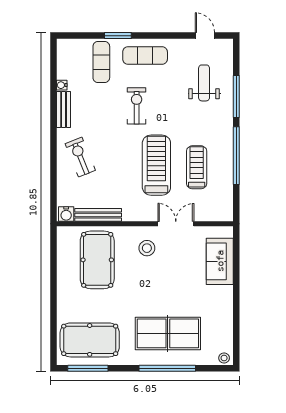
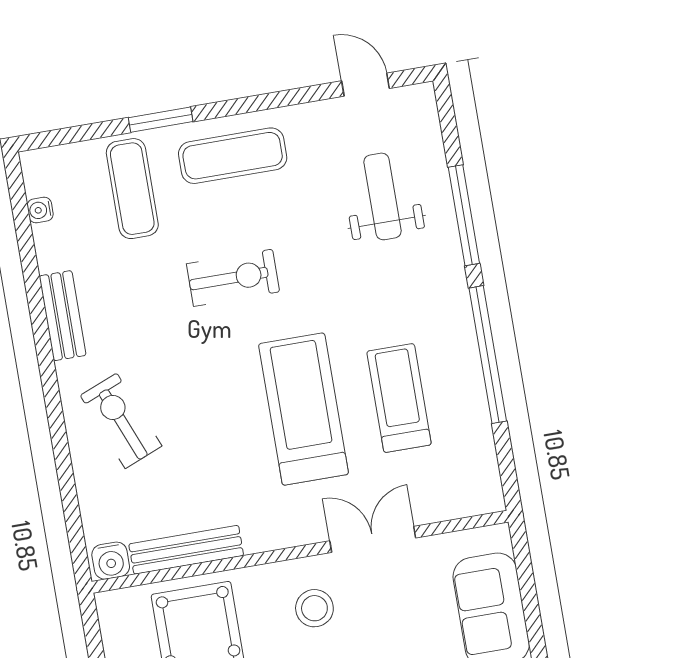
water cooler: (62, 85) -> (40, 210), moved
exercise bike: (137, 106) -> (233, 278), turned 90

